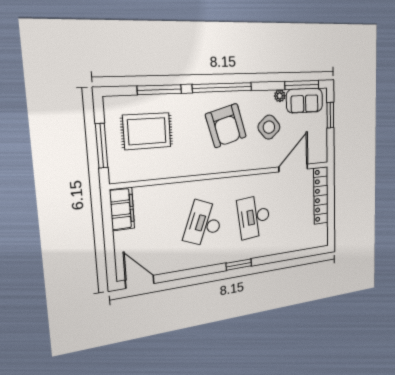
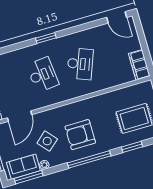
window: (160, 90) -> (132, 147), width x0.69
armchair: (226, 126) -> (80, 135), turned -75

